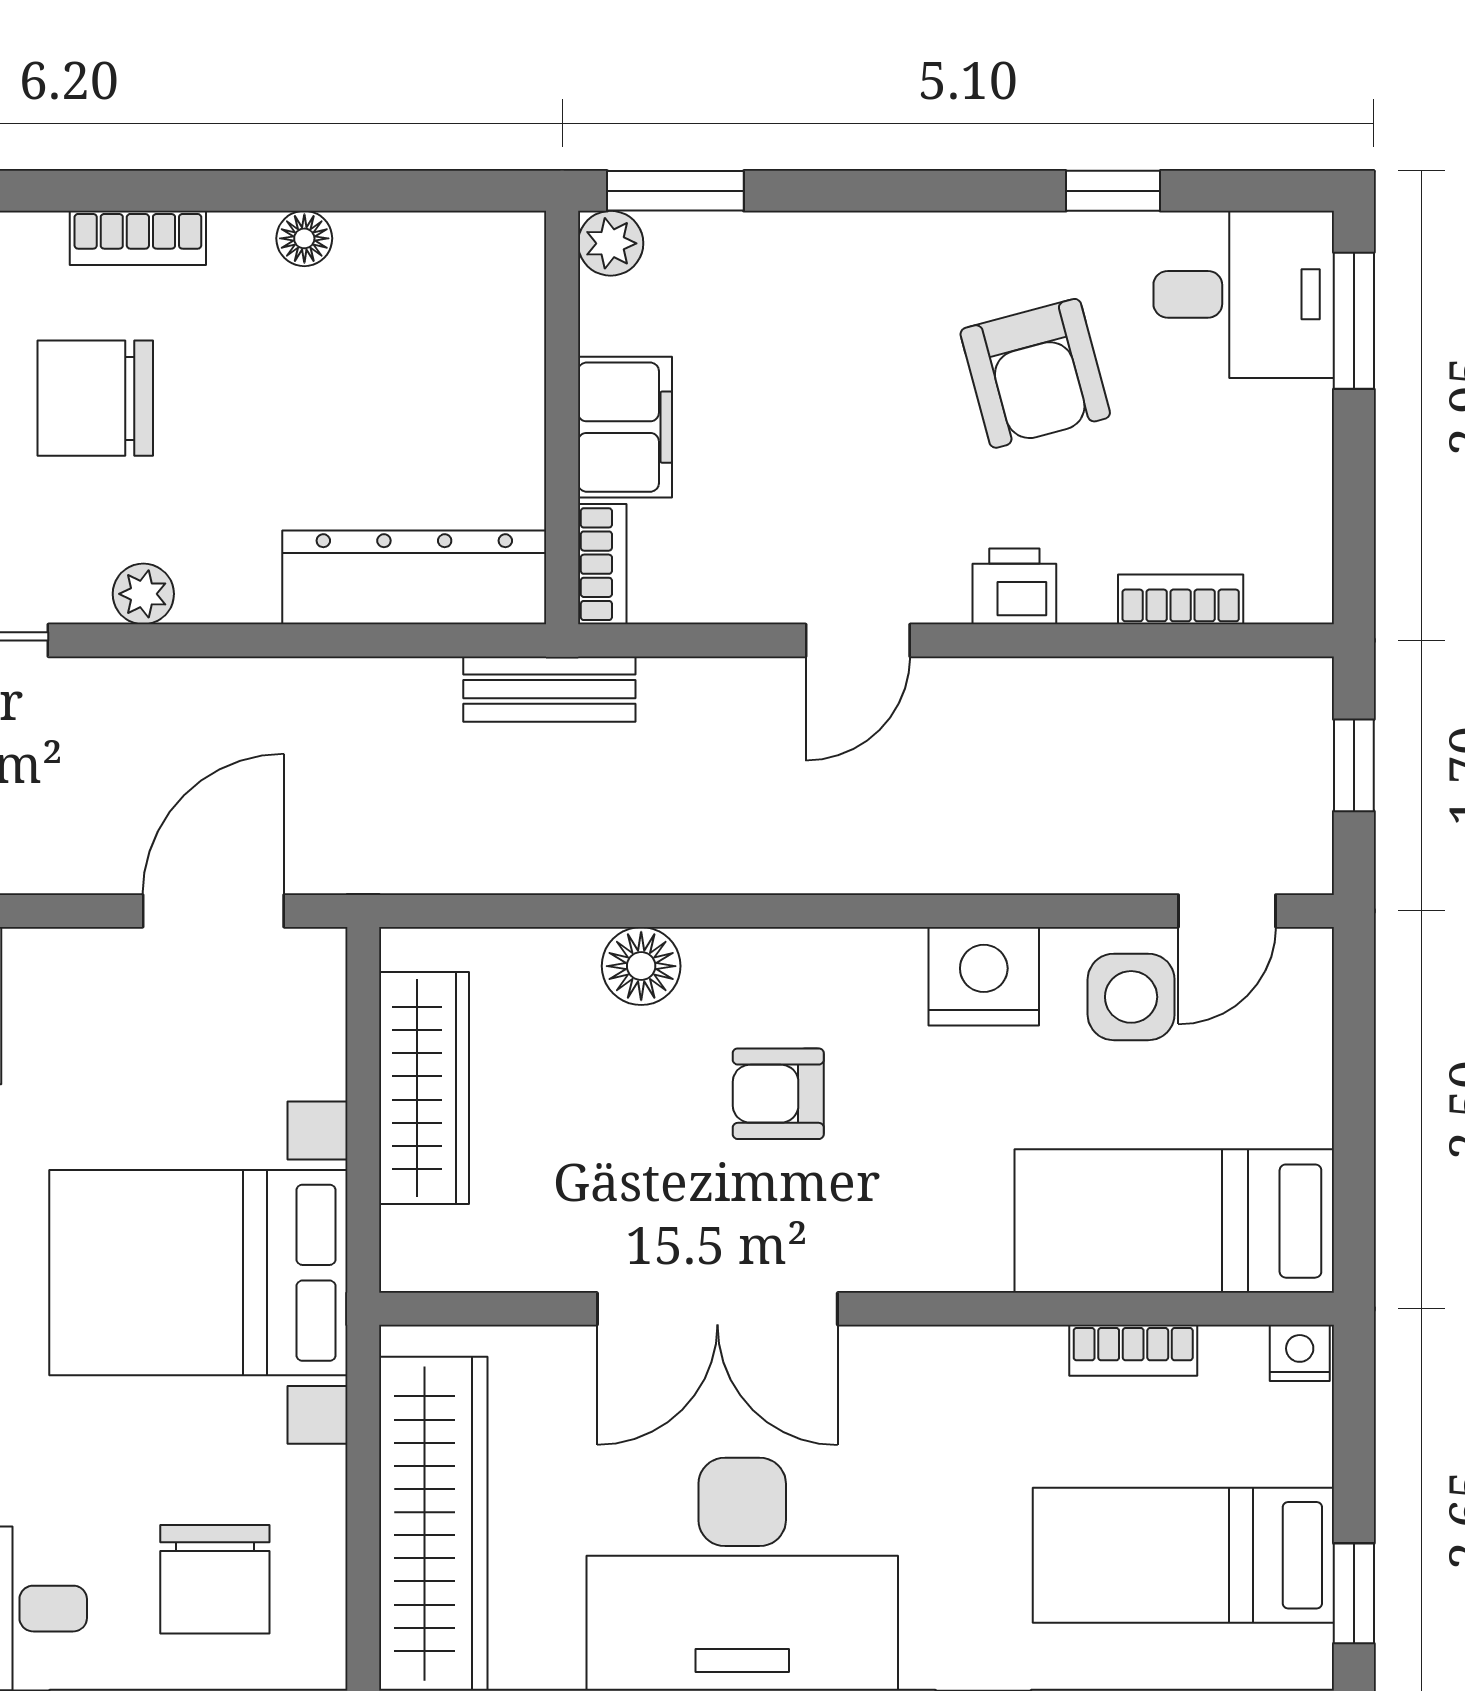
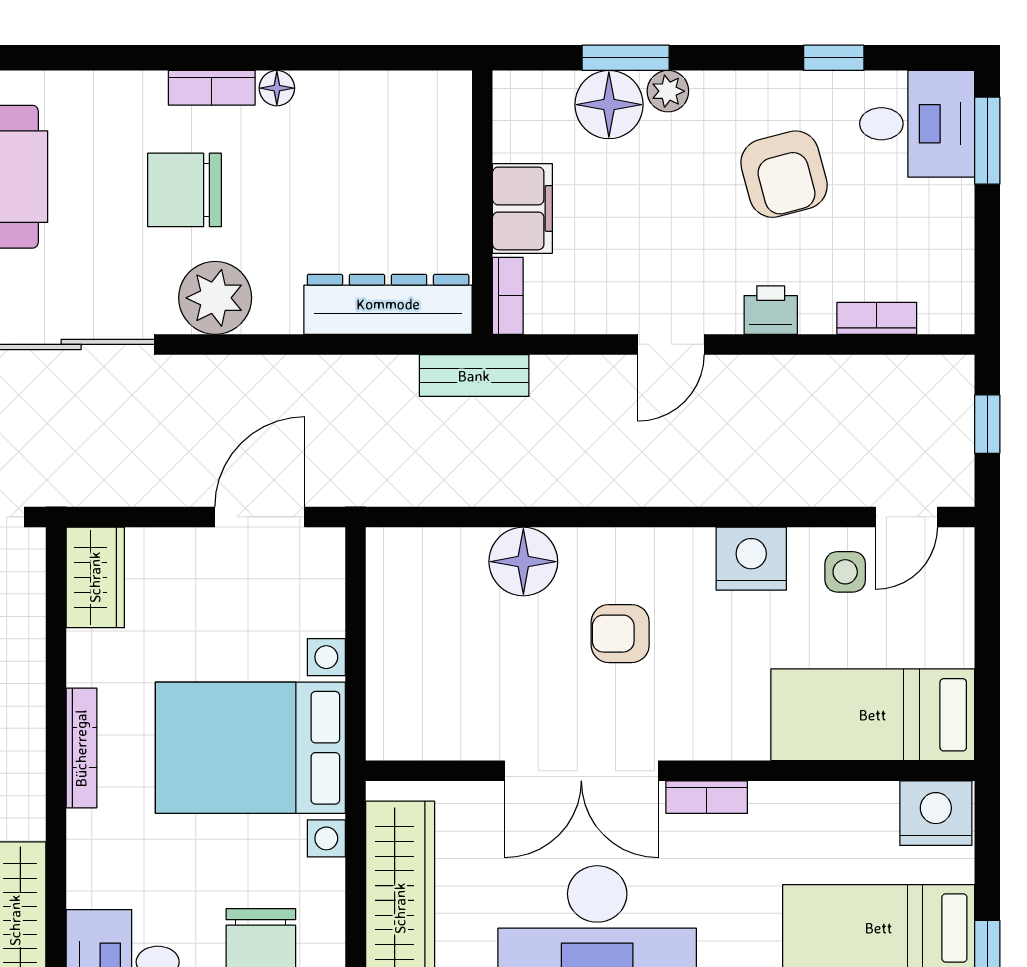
window: (675, 191) -> (626, 58), moved
floor lamp: (304, 238) -> (277, 88), moved
plant: (611, 243) -> (668, 91), moved
floor lamp: (761, 264) -> (609, 105), added
plant: (143, 594) -> (215, 298), width x1.88, depth x1.88
floor lamp: (641, 966) -> (523, 562), width x1.38, depth x1.38
side table: (1131, 997) -> (845, 572), width x0.73, depth x0.73
wardrobe: (424, 1088) -> (394, 630), removed
bookcase: (1133, 1350) -> (707, 797), moved
nightstand: (1300, 1353) -> (936, 813), width x1.89, depth x1.79

